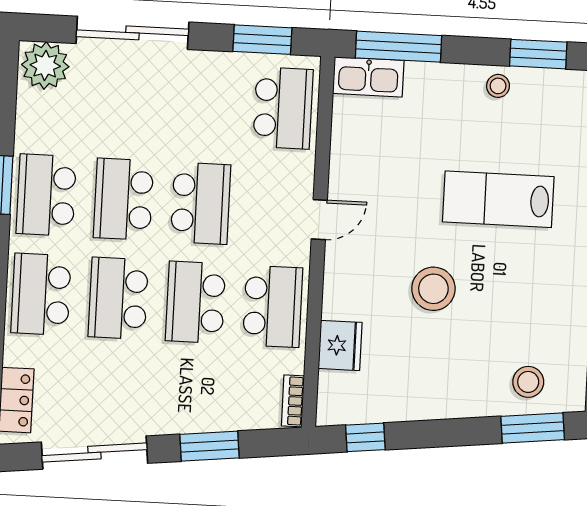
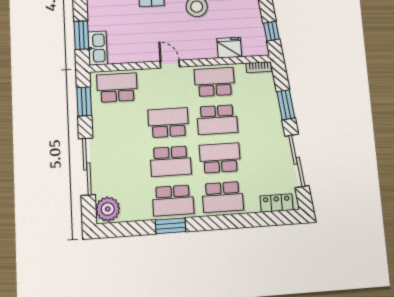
window: (399, 47) -> (81, 35), width x0.69
school desk: (118, 298) -> (220, 158), turned 180

